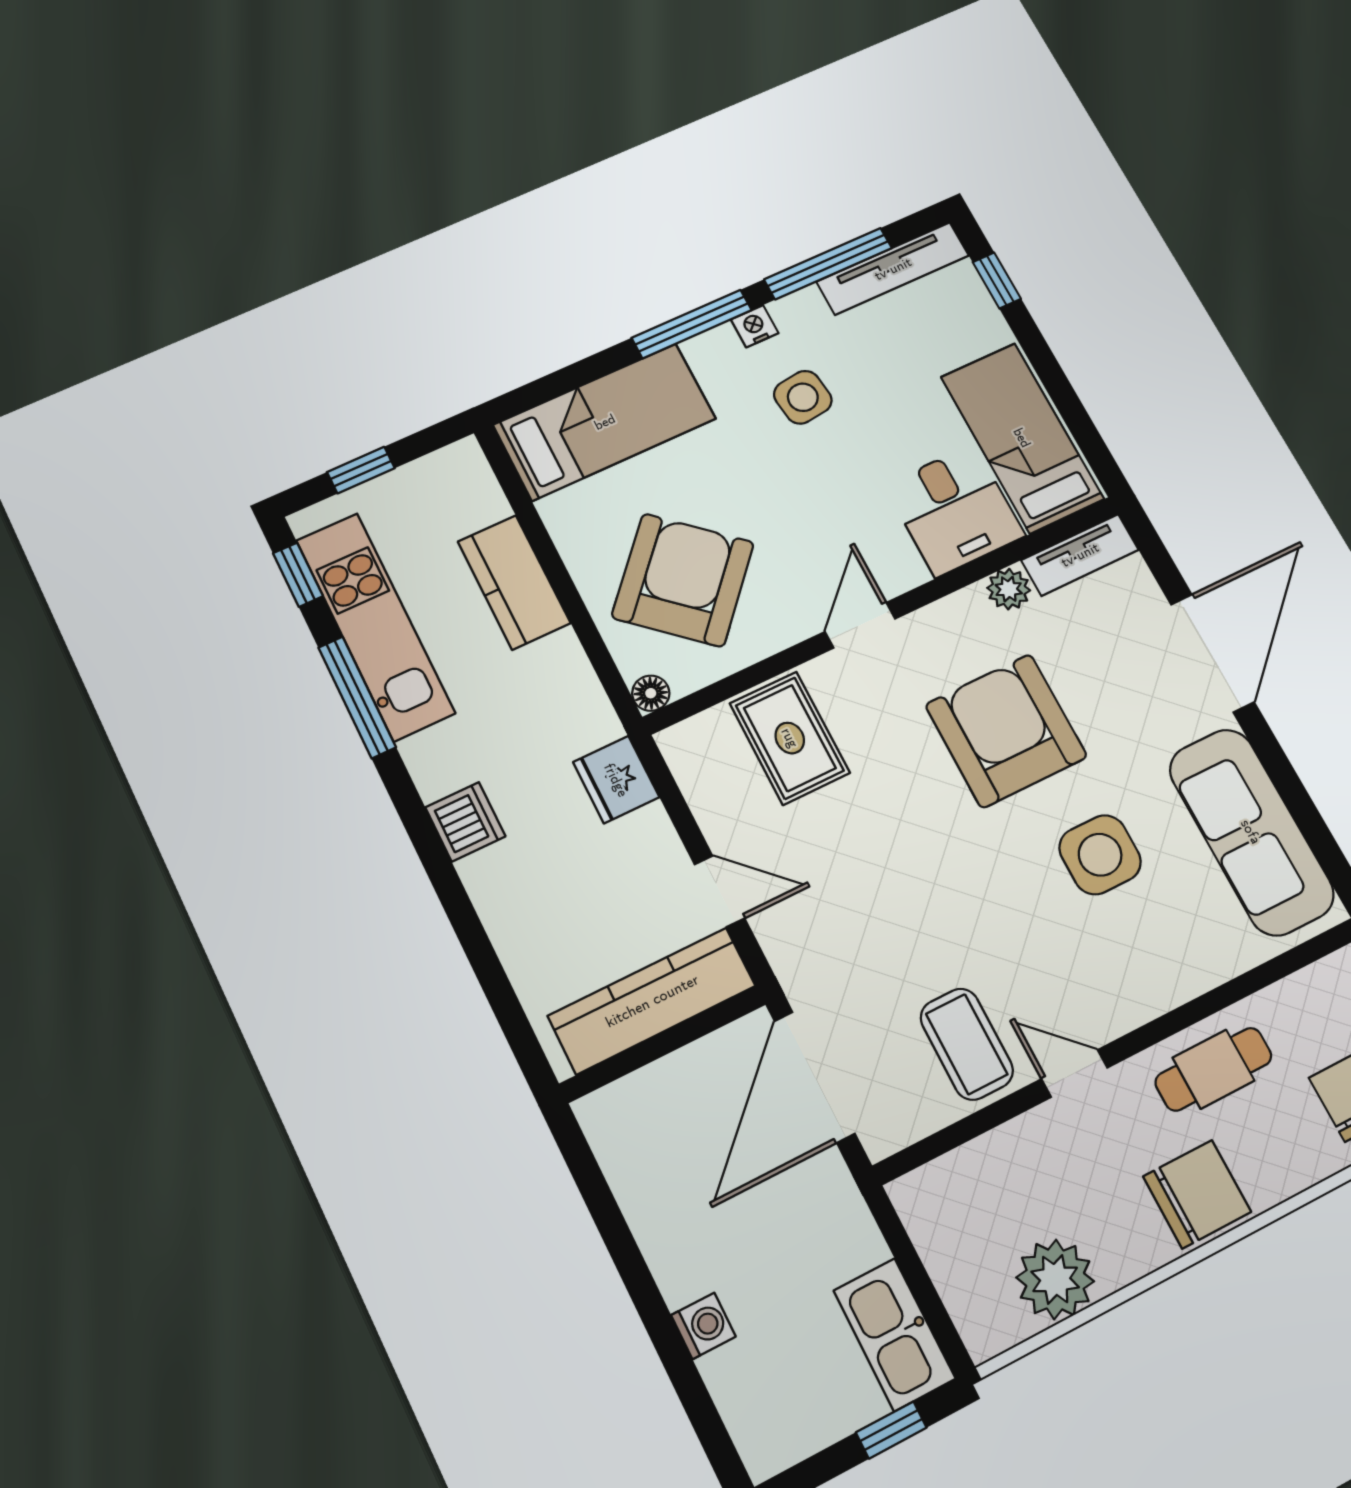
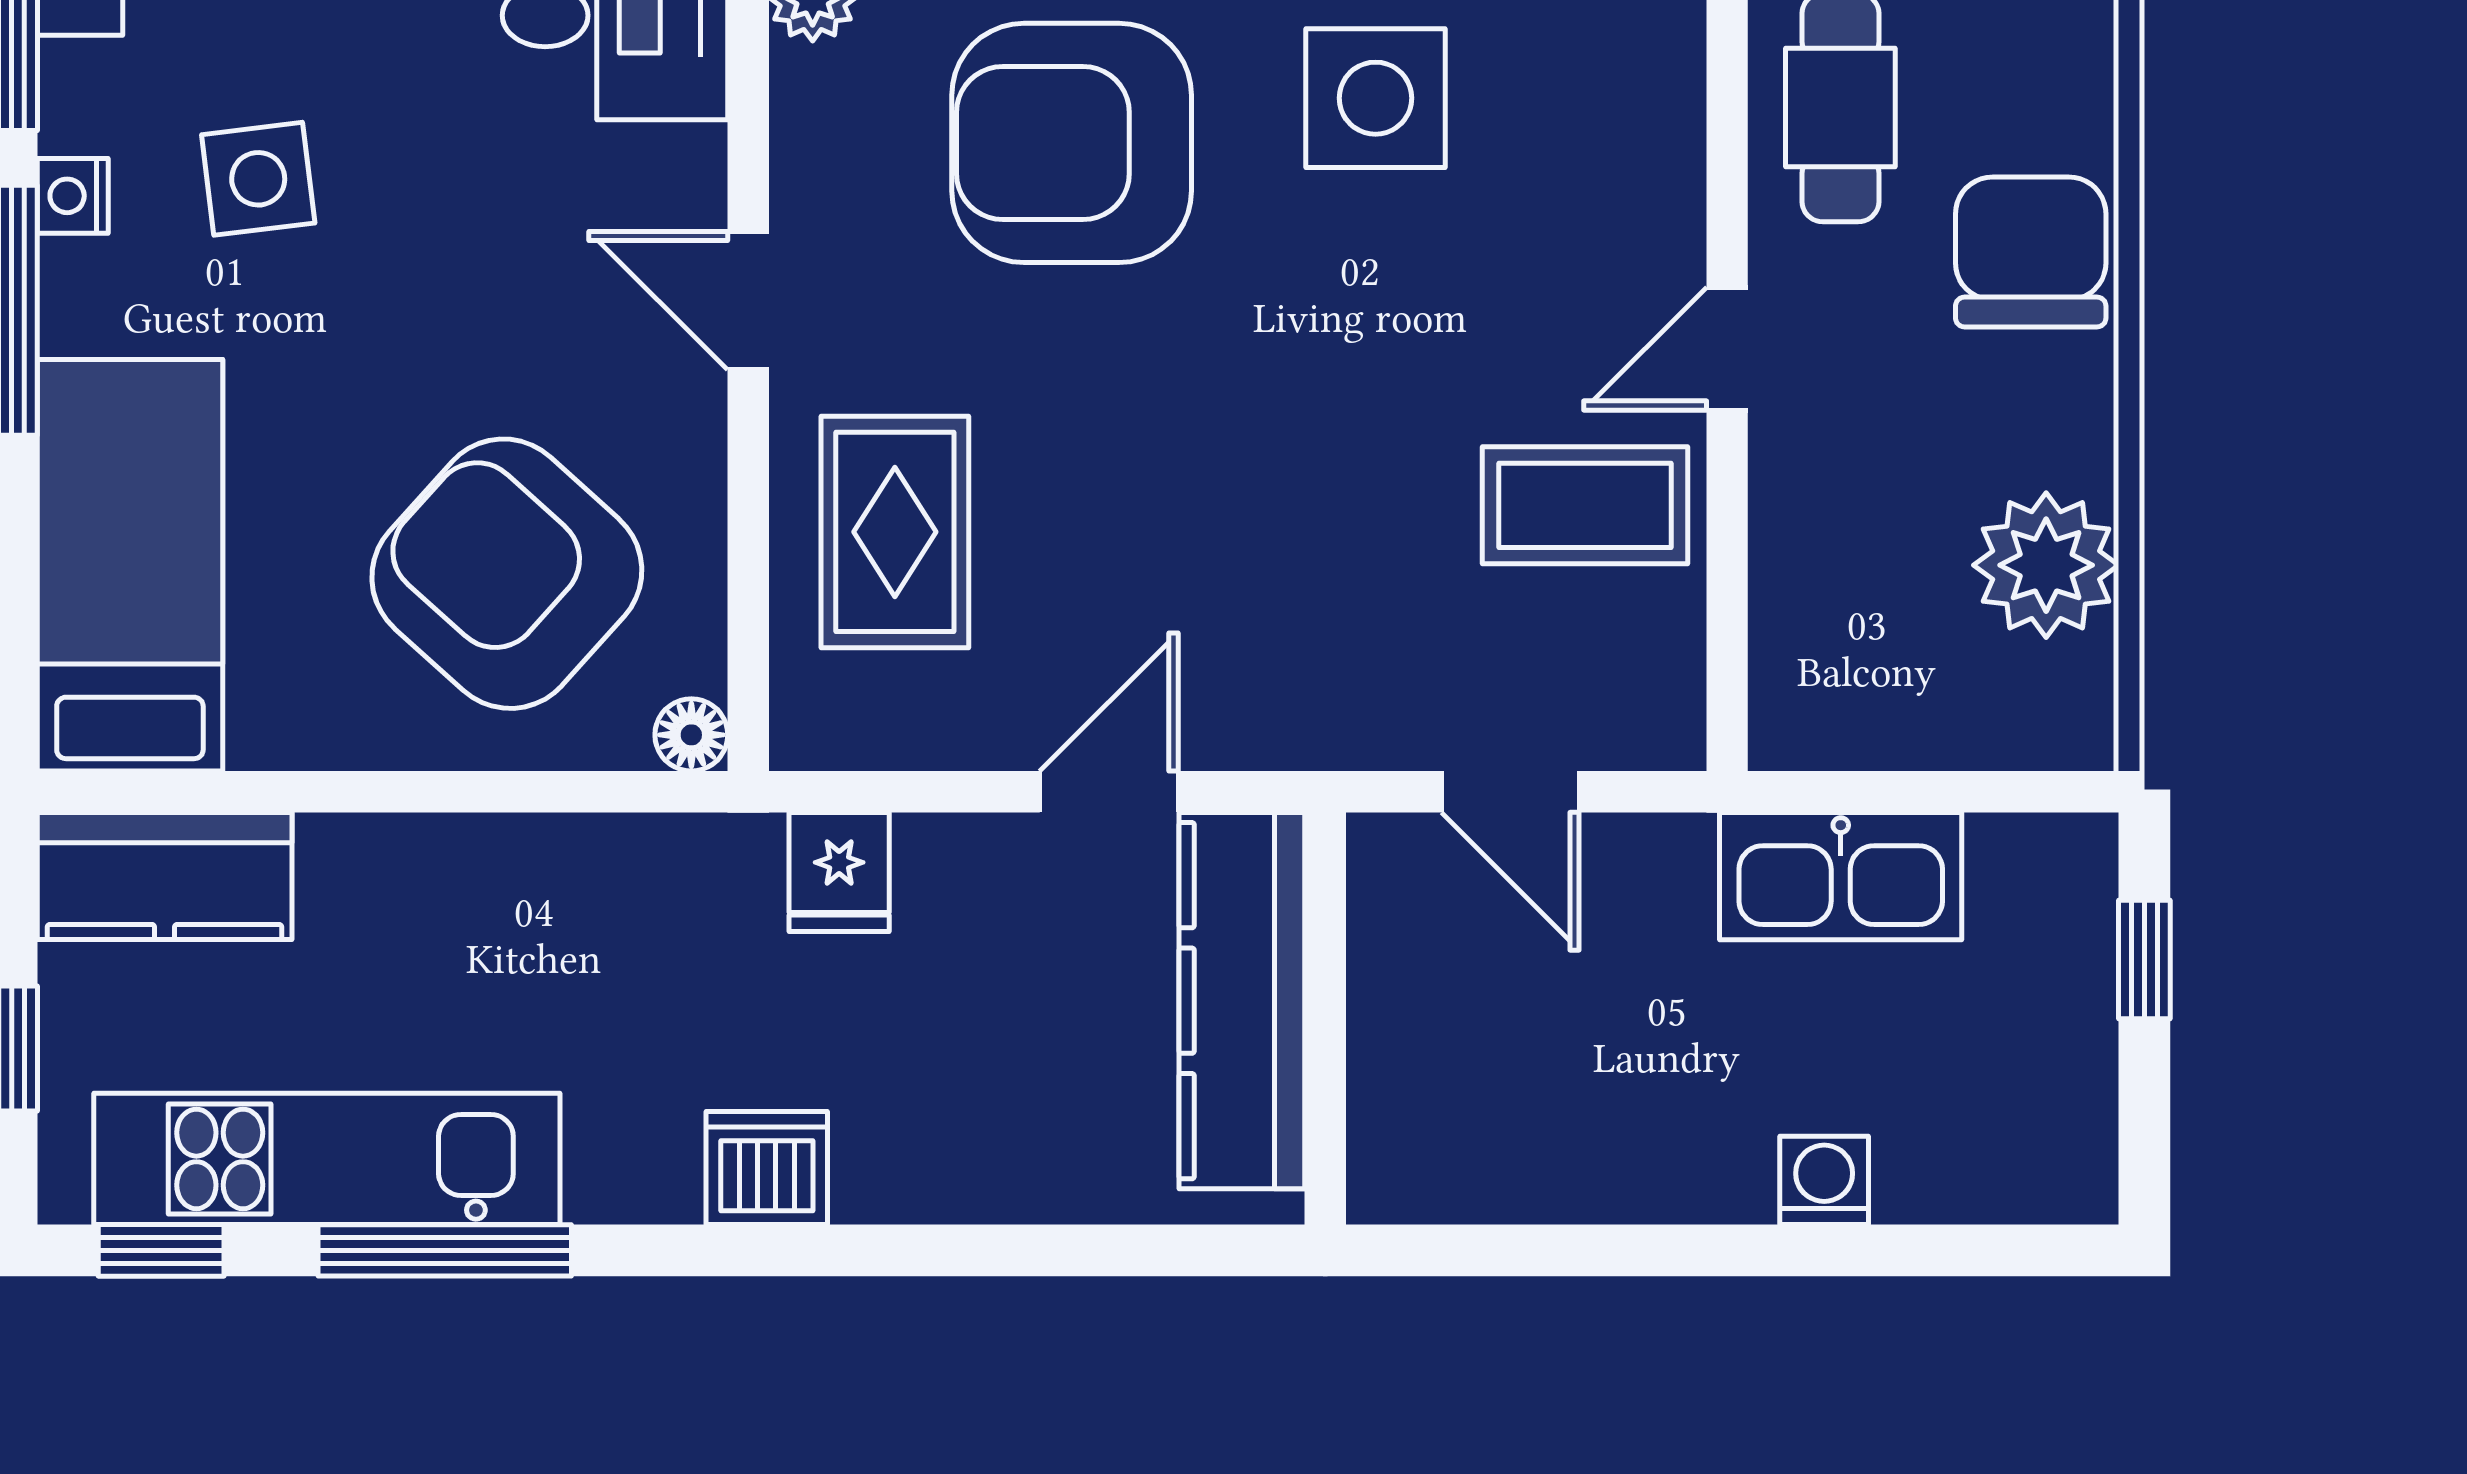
kitchen counter: (514, 582) -> (165, 876), moved
rug: (790, 738) -> (895, 532), turned 90
fridge: (616, 780) -> (839, 872), width x0.72
door: (814, 1077) -> (1510, 792), width x0.53
kitchen sink: (894, 1334) -> (1841, 876), moved

